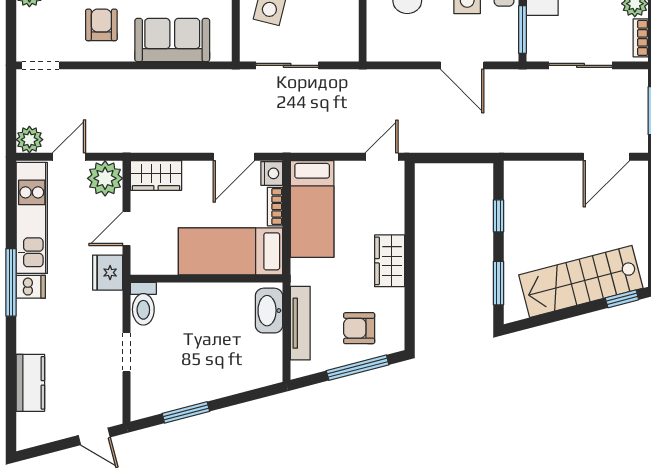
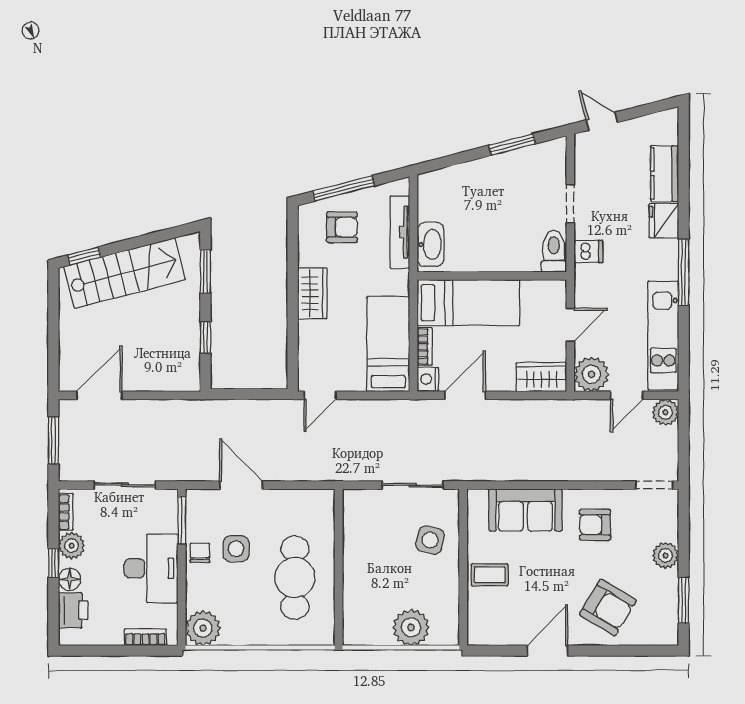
armchair: (101, 25) -> (595, 525), turned 90
fridge: (108, 273) -> (664, 221), moved, turned 180
dishwasher: (31, 287) -> (588, 251), moved, turned 180

